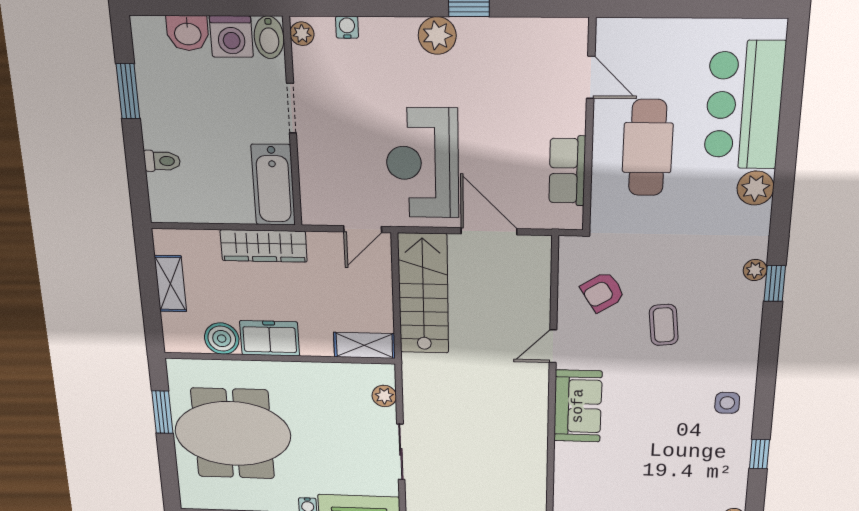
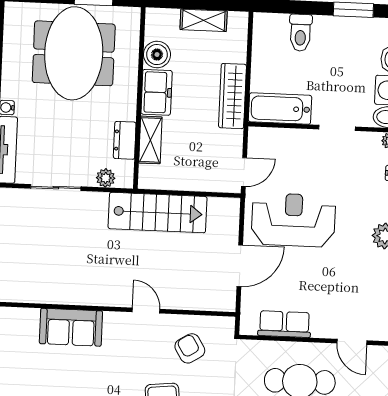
door: (591, 77) -> (352, 342), hinge flipped
toilet: (162, 161) -> (300, 33), width x1.37, depth x1.39
door: (363, 229) -> (244, 172), swing flipped
stairs: (423, 294) -> (158, 213), moved
shelving: (364, 345) -> (150, 140), moved
dresser: (335, 375) -> (125, 140), added
sofa: (578, 406) -> (71, 327), moved

